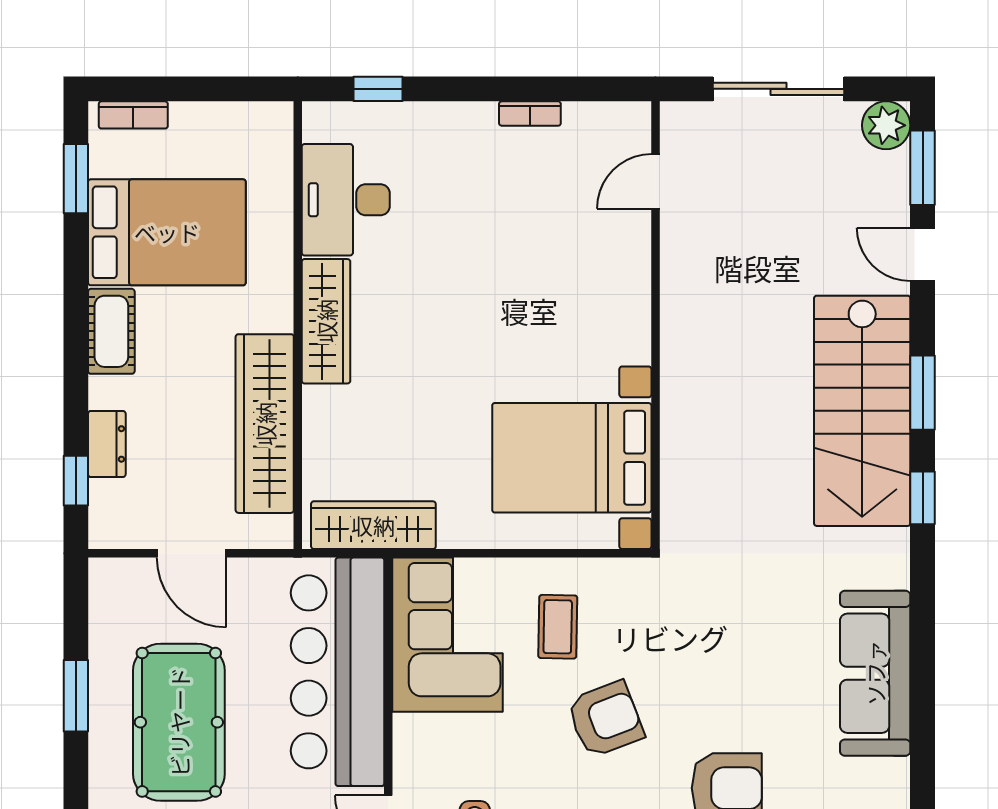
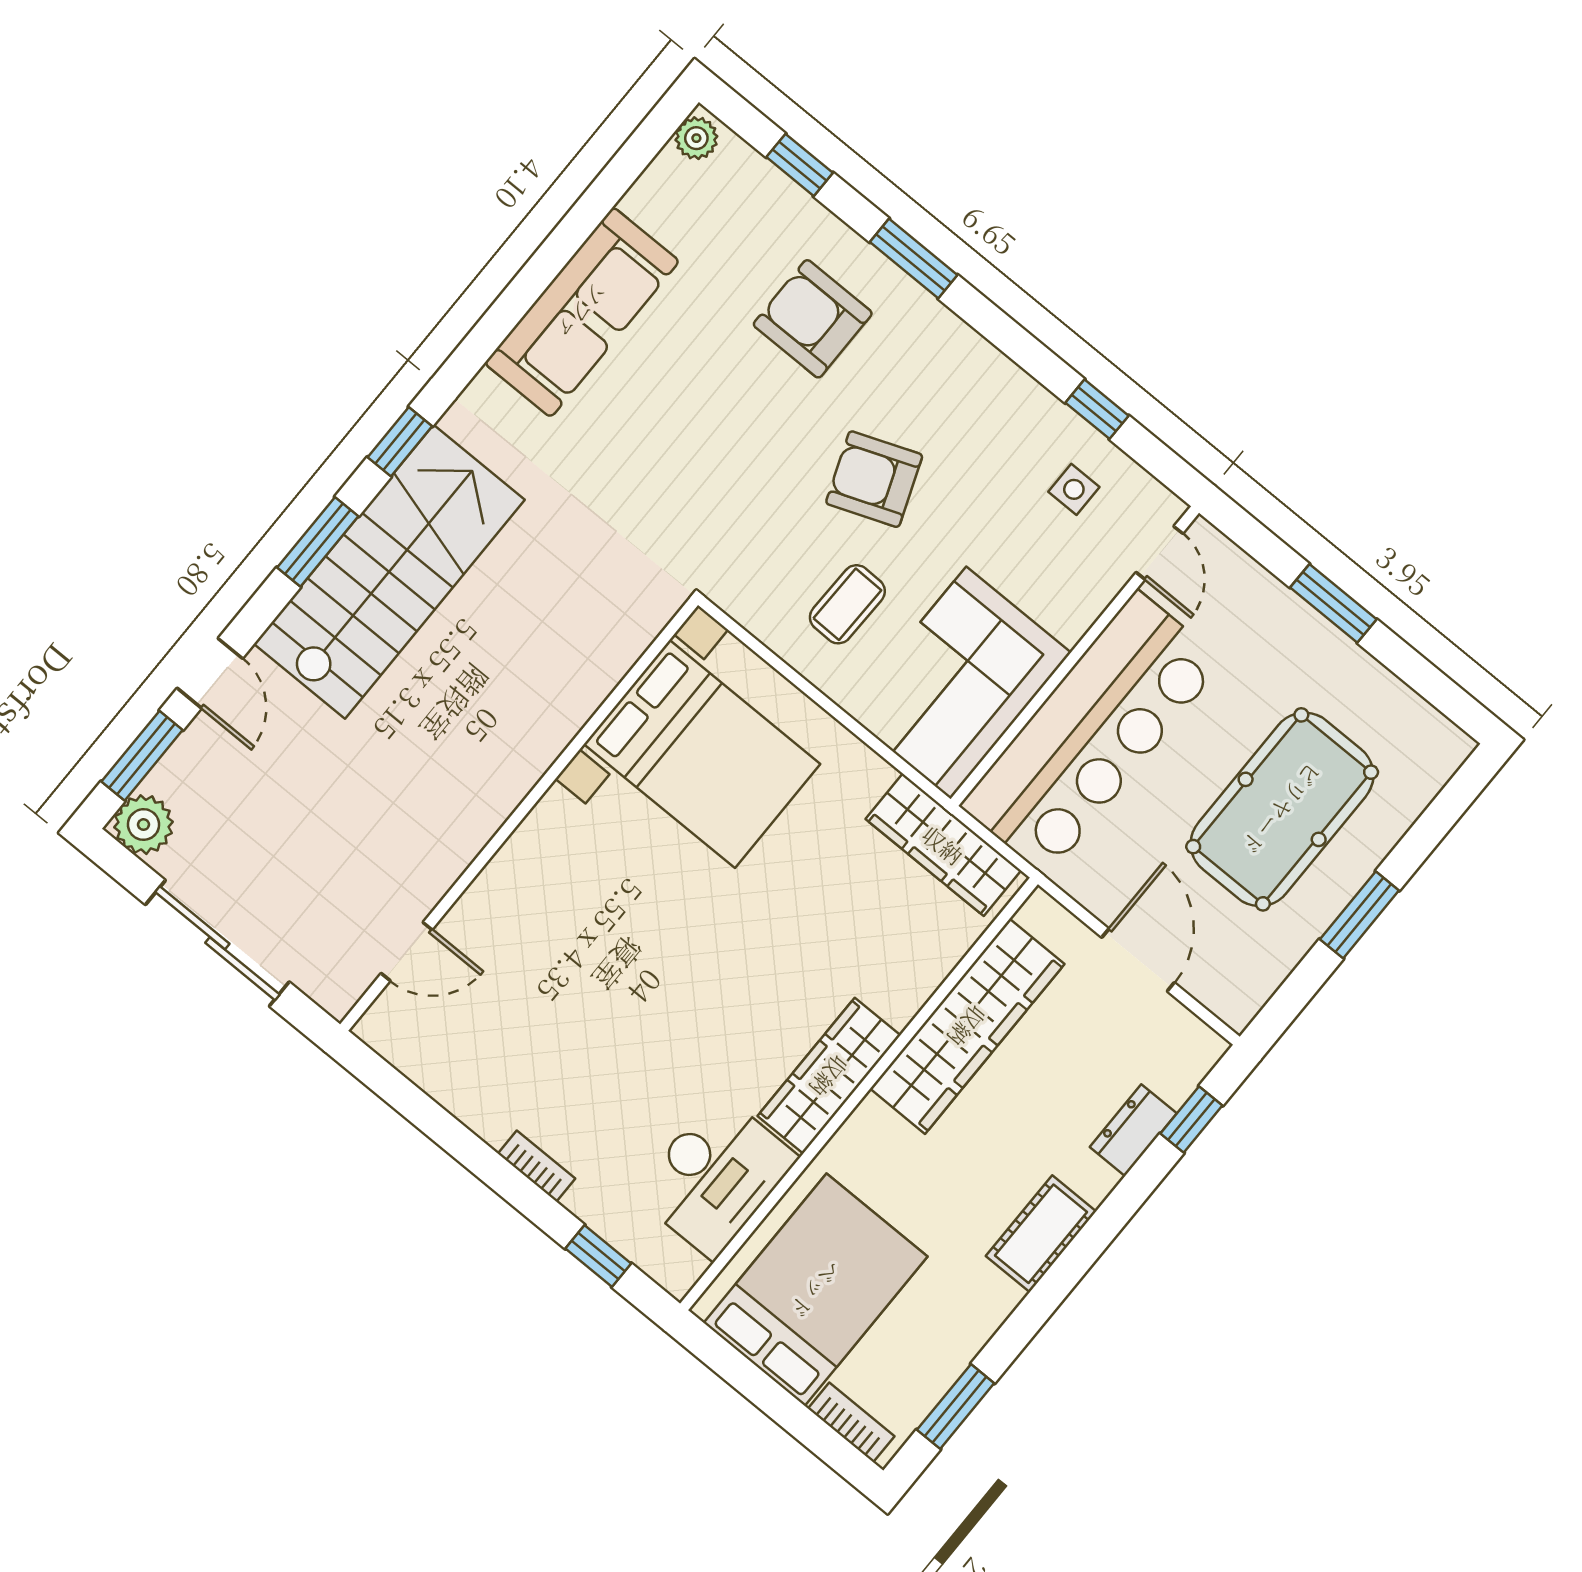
bookcase: (530, 114) -> (537, 1166), moved
bed: (167, 232) -> (816, 1290), moved, turned 90

